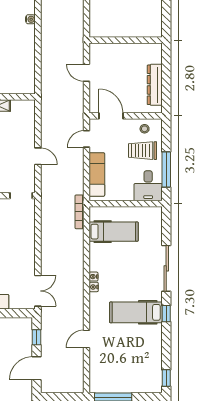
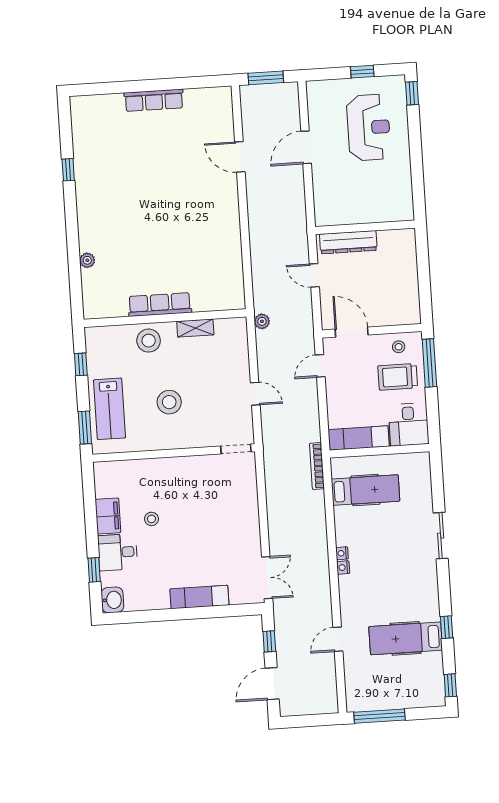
water cooler: (30, 19) -> (233, 207), removed
dresser: (155, 85) -> (348, 242), moved, turned -90
plant: (46, 104) -> (262, 321), added
window: (166, 169) -> (429, 363), moved
exam couch: (97, 174) -> (359, 438), moved, turned -90
sliding door: (166, 268) -> (441, 536), width x0.73
hospital bed: (136, 312) -> (406, 638), moved
window: (166, 314) -> (447, 627), moved

